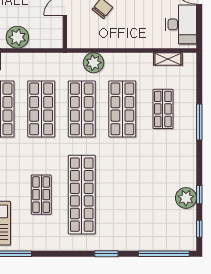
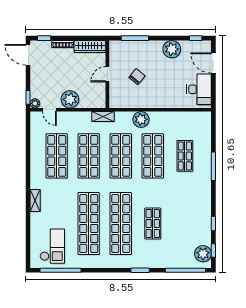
shelving: (168, 59) -> (103, 116), moved
plant: (94, 63) -> (141, 119), moved
shop shelf: (41, 195) -> (89, 224), width x2.00, depth x1.36
shop shelf: (122, 195) -> (153, 224), added
plant: (186, 198) -> (203, 254), moved

